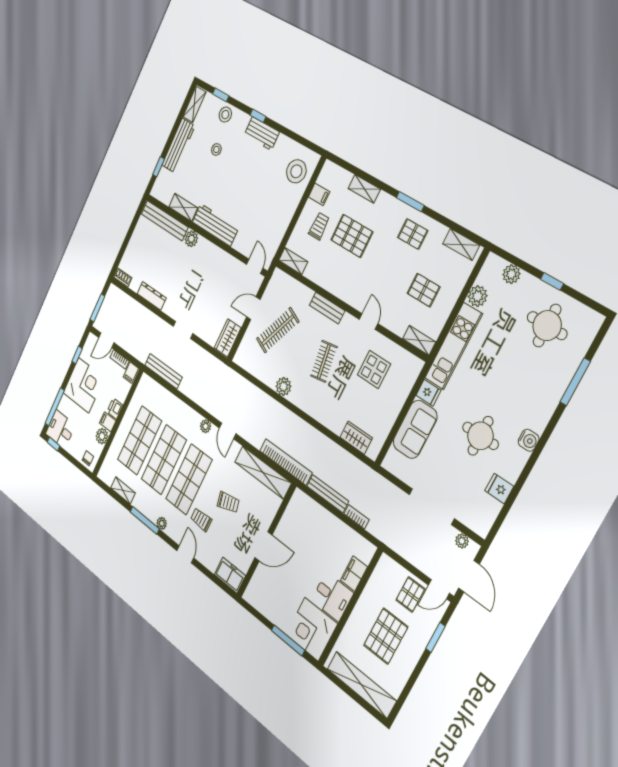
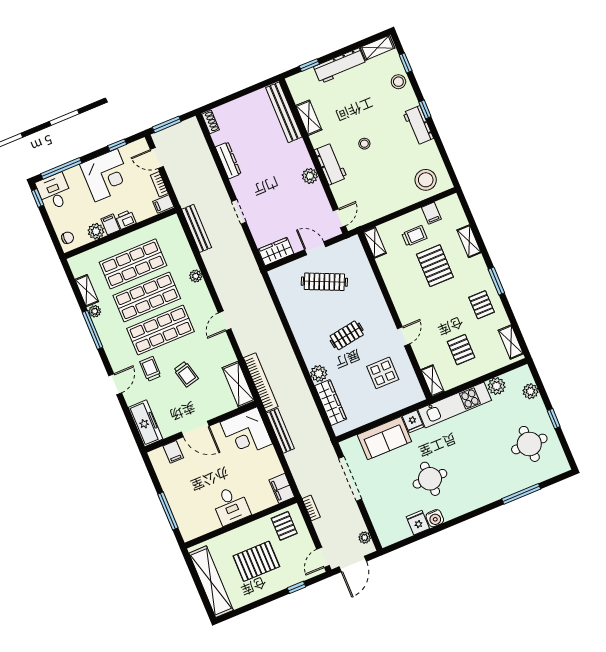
stool: (216, 149) -> (364, 144), moved
workbench: (215, 225) -> (331, 164), width x0.73
plant: (191, 239) -> (310, 176), moved
bench: (327, 308) -> (378, 300), removed
plant: (283, 386) -> (319, 374), moved
plant: (206, 426) -> (196, 276), moved
wardrobe: (356, 438) -> (331, 402), width x1.50
water cooler: (529, 440) -> (435, 518), moved
shelving: (263, 472) -> (238, 384), width x0.68
doorway: (432, 507) -> (350, 479), moved
bookcase: (357, 517) -> (311, 508), moved
plant: (162, 523) -> (95, 311), moved
filing cabinet: (354, 574) -> (282, 488), moved, turned -90
freezer: (230, 575) -> (145, 423), width x1.40
filing cabinet: (260, 581) -> (173, 452), added
door: (439, 589) -> (323, 557), hinge flipped
pallet: (410, 594) -> (284, 526), moved, turned 90
corner desk: (312, 629) -> (246, 433), moved, turned -90
window: (435, 637) -> (296, 587), width x0.67

